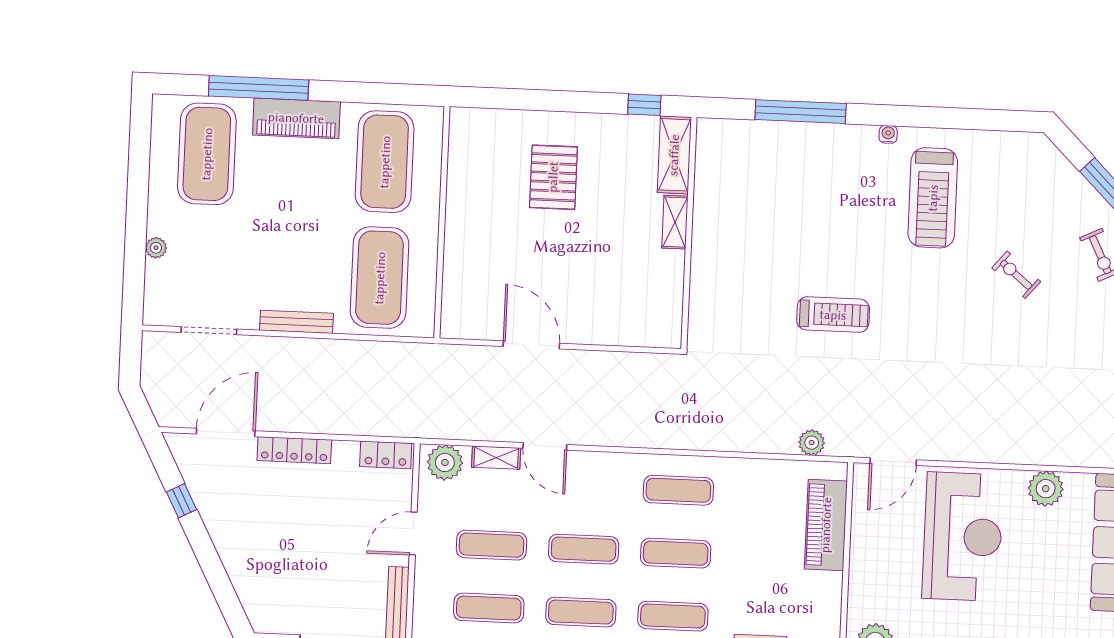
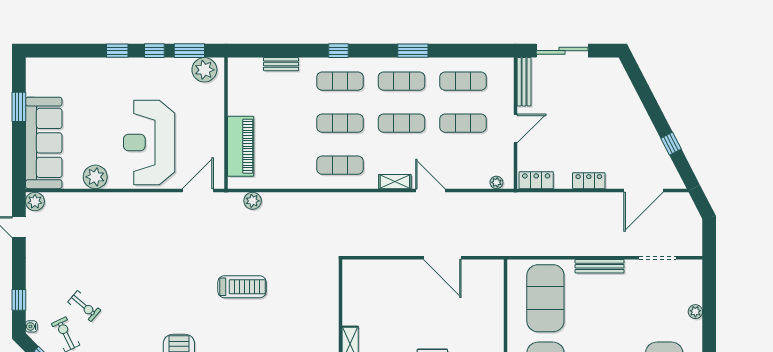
exercise bike: (1016, 275) -> (84, 306), moved
treadmill: (833, 315) -> (242, 287), turned 180
locker: (294, 450) -> (589, 181), width x0.66
shelving: (496, 458) -> (395, 182), moved
plant: (445, 462) -> (496, 182), width x0.53, depth x0.53

